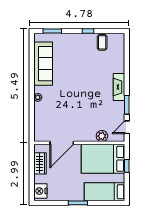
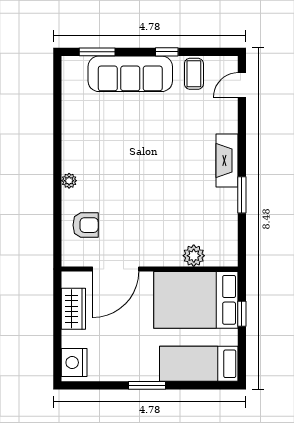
sofa: (43, 64) -> (130, 74), moved, turned 90
armchair: (46, 120) -> (86, 225), added
door: (127, 127) -> (242, 85), moved

